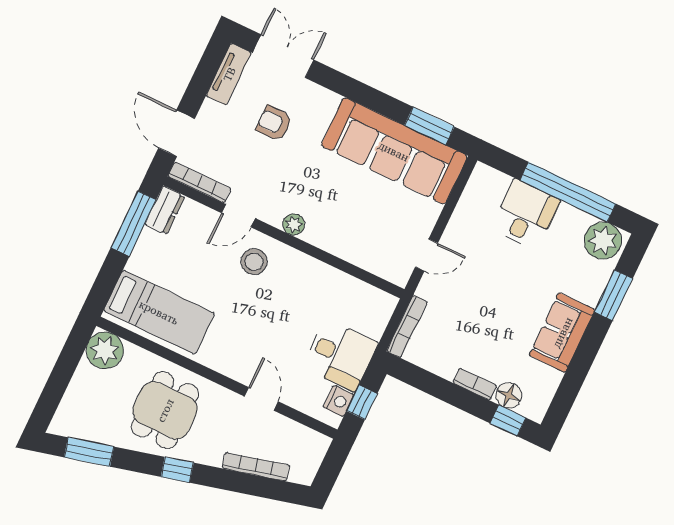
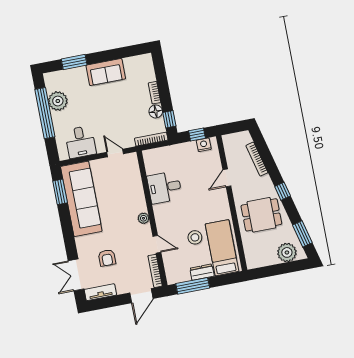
dresser: (165, 210) -> (202, 272), moved
desk: (525, 214) -> (80, 142), moved, turned -90
plant: (603, 241) -> (58, 101), moved
stool: (254, 262) -> (195, 237), moved
plant: (105, 350) -> (287, 252), moved
desk: (340, 355) -> (165, 187), moved, turned -90
floor lamp: (509, 395) -> (156, 111), moved
window: (508, 421) -> (169, 119), moved

